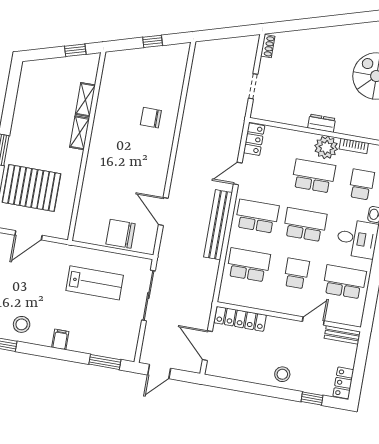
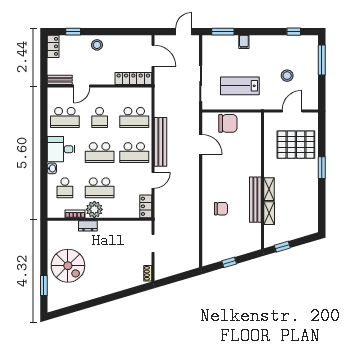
bench: (101, 122) -> (255, 200), added
dresser: (322, 123) -> (88, 226), moved
stool: (22, 324) -> (287, 76), moved
filing cabinet: (60, 339) -> (244, 42), moved

